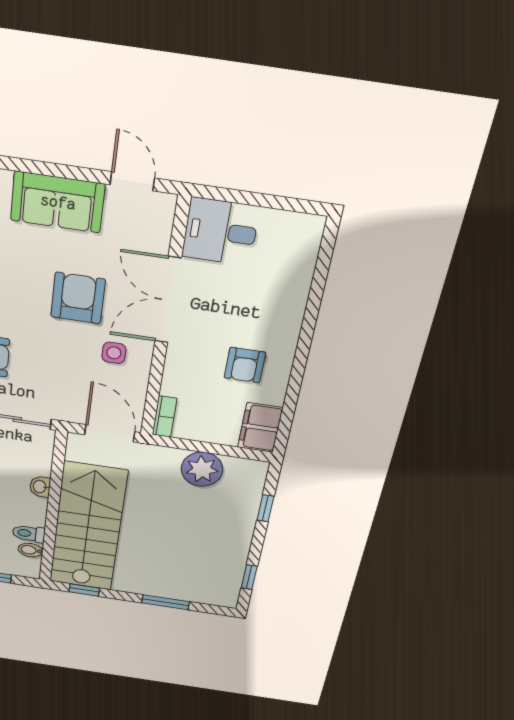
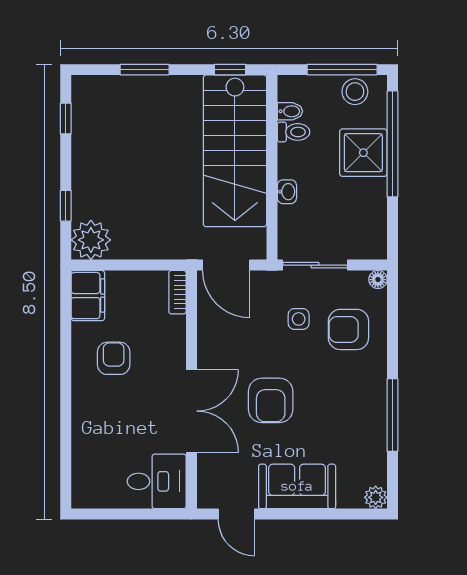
side table: (114, 353) -> (299, 319), moved
plant: (202, 469) -> (91, 240), moved

